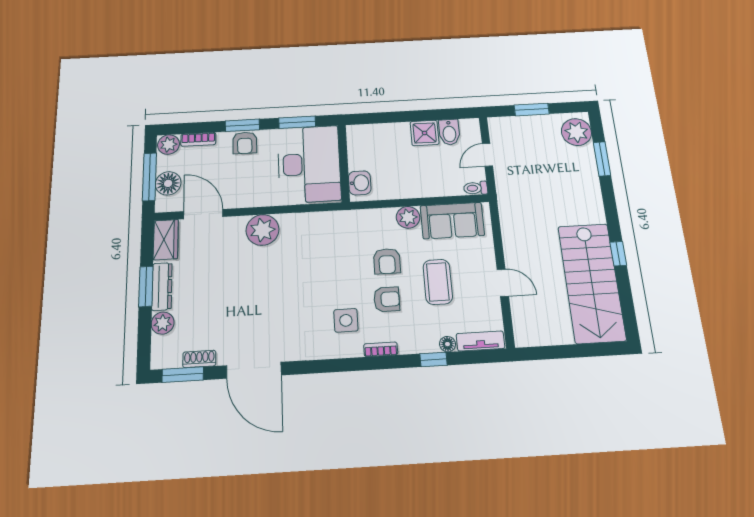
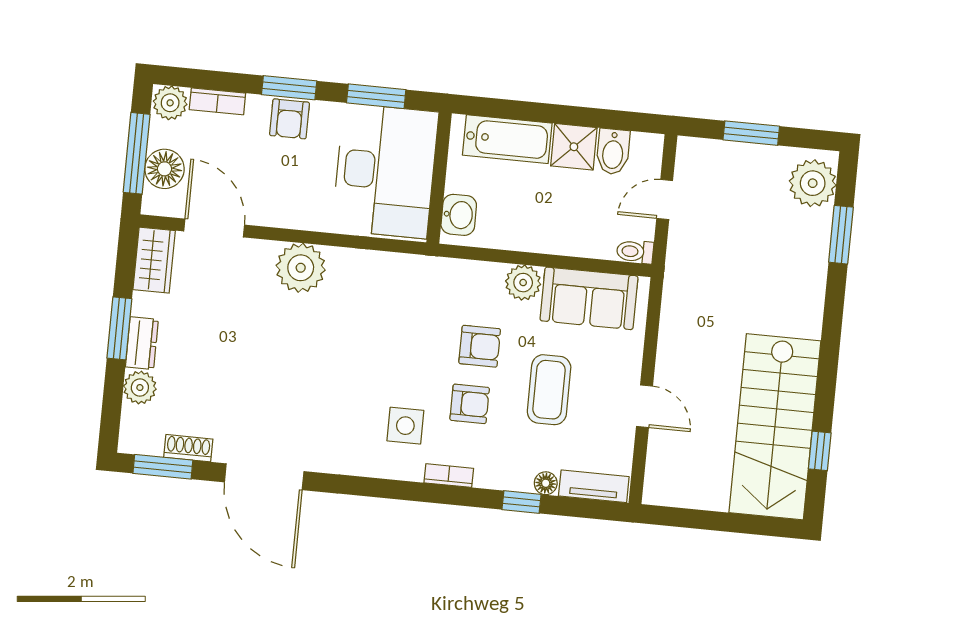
bathtub: (382, 135) -> (507, 139), added
window: (618, 254) -> (820, 451), moved
armchair: (387, 261) -> (480, 346), turned -90
dresser: (162, 286) -> (142, 343), width x0.70

